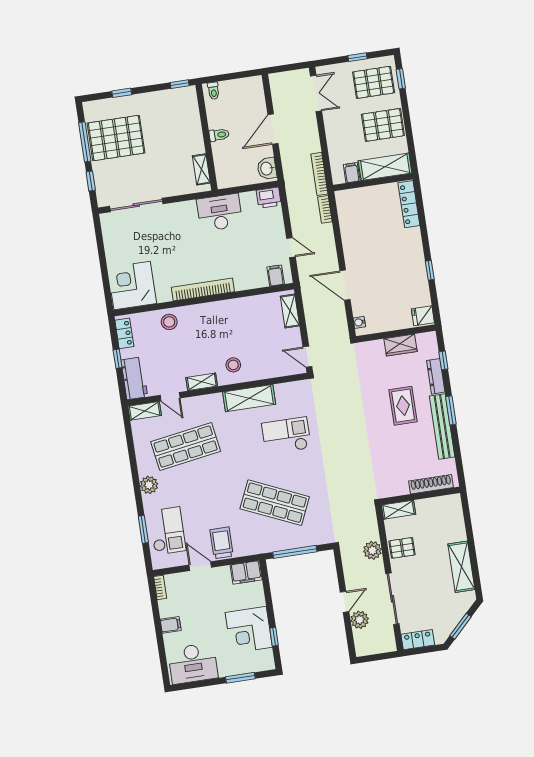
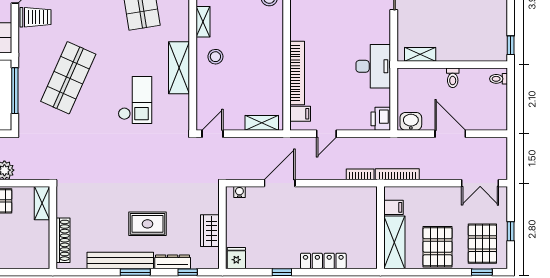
locker: (409, 204) -> (323, 261), moved
bookcase: (203, 289) -> (297, 73), moved

